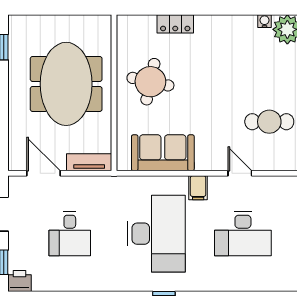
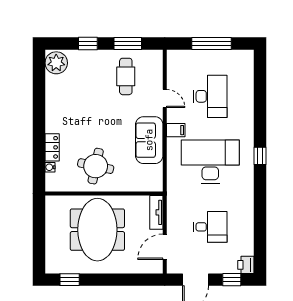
water cooler: (265, 21) -> (50, 167), moved
meeting table: (66, 84) -> (97, 230), turned 90
sofa: (163, 153) -> (149, 140), moved
door: (240, 173) -> (165, 99), swing flipped

